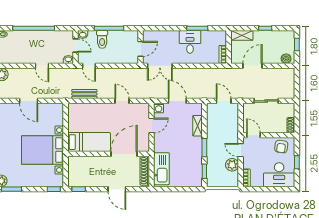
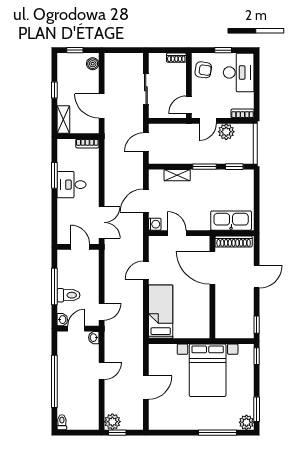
bench: (84, 94) -> (137, 317), removed
bed: (89, 142) -> (161, 312), moved

